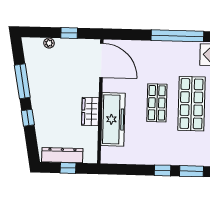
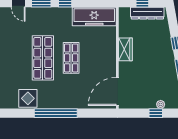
window: (69, 33) -> (156, 113), moved
door: (101, 60) -> (117, 91), hinge flipped
freezer: (113, 119) -> (94, 17), moved, turned -90

